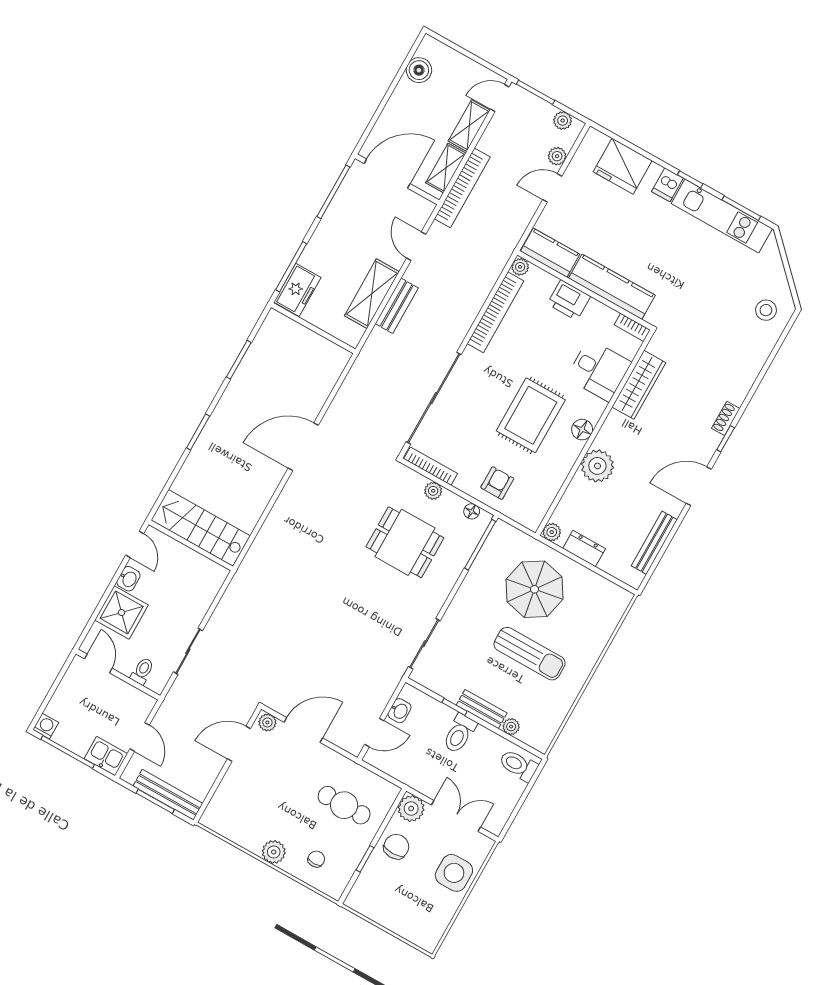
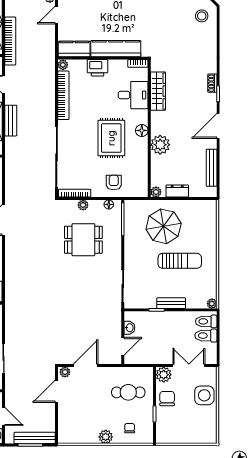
plant: (511, 727) -> (212, 304), moved
toilet: (459, 734) -> (206, 336), moved, turned 90

